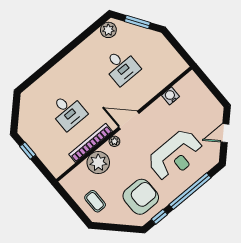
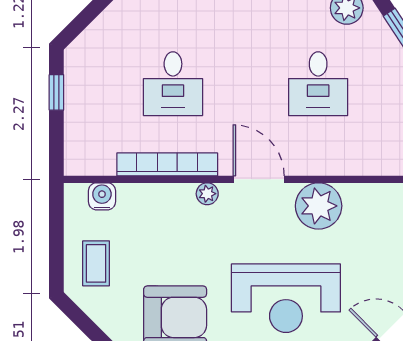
water cooler: (171, 96) -> (102, 196), moved
plant: (98, 163) -> (319, 206), moved

